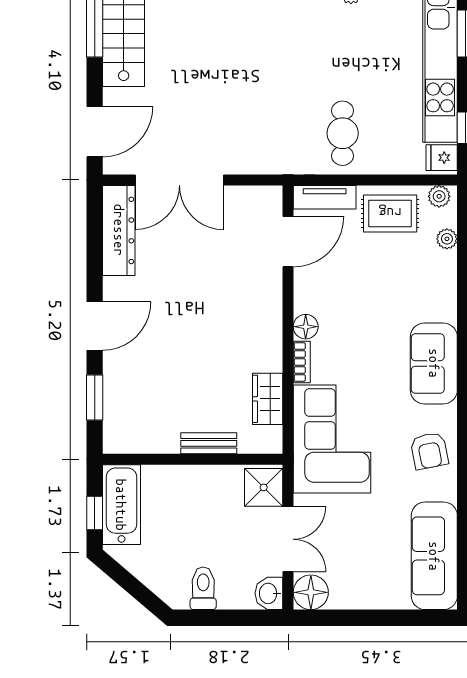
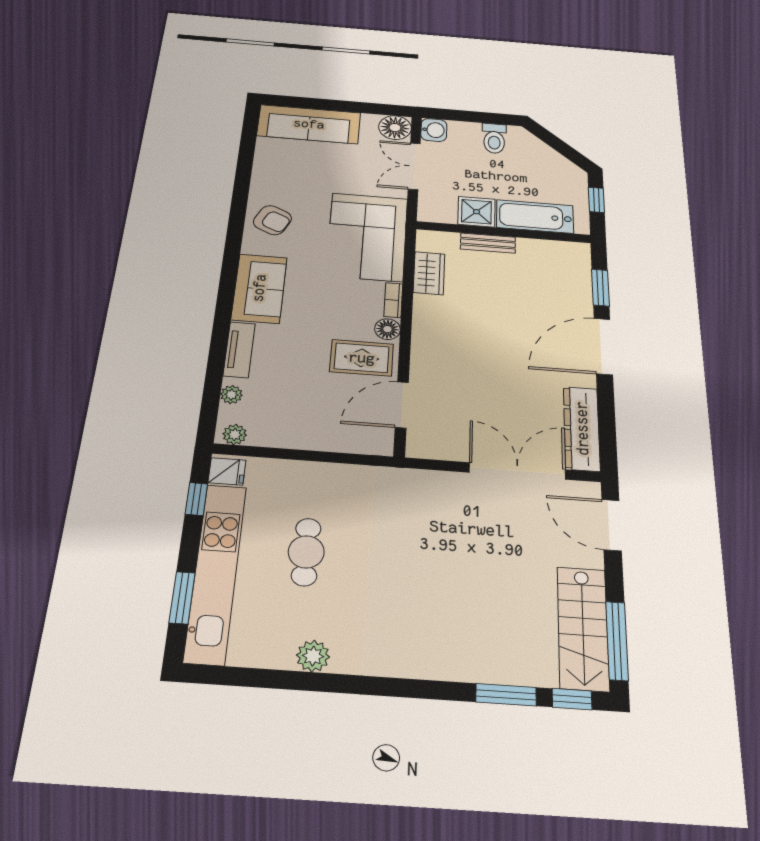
door: (95, 132) -> (612, 525), hinge flipped
cafe table: (343, 133) -> (306, 552), moved
tv unit: (325, 197) -> (239, 350), moved, turned 90
rug: (390, 213) -> (362, 358), moved
door: (95, 326) -> (603, 346), width x1.36
armchair: (429, 451) -> (272, 220), turned 126
shower: (264, 487) -> (477, 212), moved
bathtub: (121, 505) -> (535, 217), moved, turned 90
sofa: (434, 556) -> (309, 124), moved, turned 90

